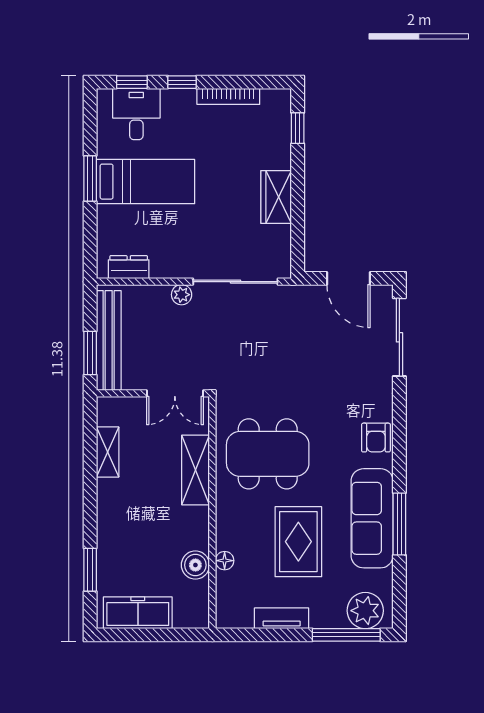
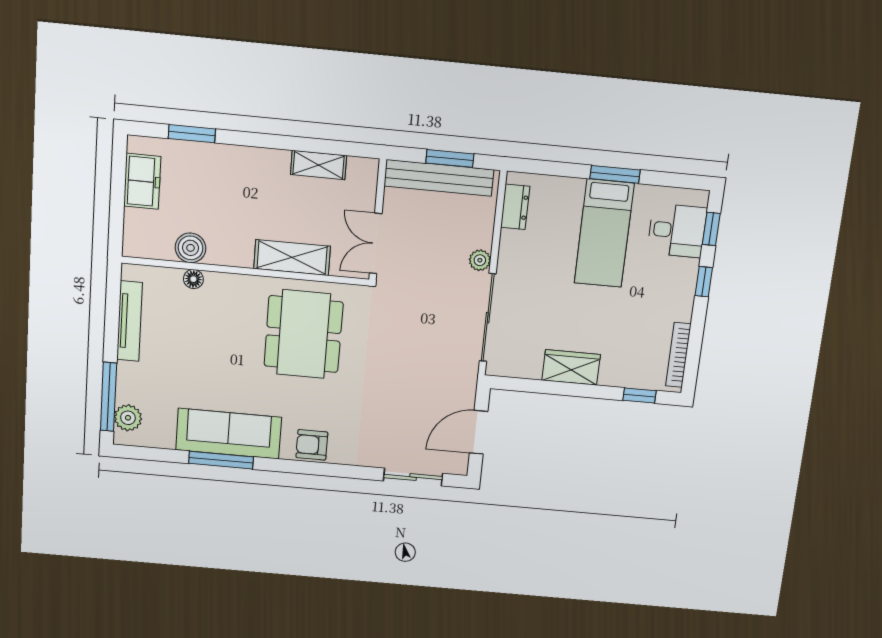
bookcase: (228, 96) -> (678, 355), moved
sliding door: (399, 337) -> (413, 477), width x0.73
window: (90, 353) -> (450, 158), moved
rug: (298, 542) -> (209, 357), removed
plant: (365, 611) -> (128, 418), width x0.73, depth x0.73
freezer: (138, 613) -> (142, 181), width x0.71
tv unit: (282, 618) -> (130, 321), width x1.41

